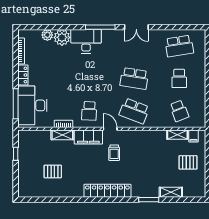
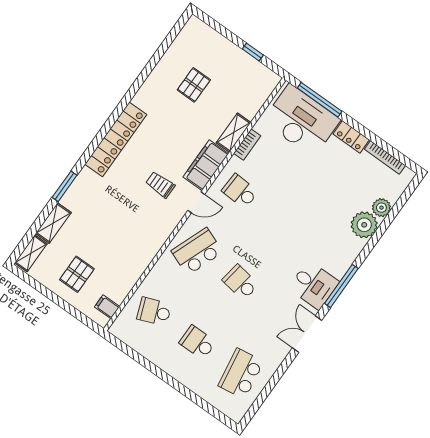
desk: (86, 41) -> (314, 285), moved, width x0.73
school desk: (134, 78) -> (240, 282), width x0.54
shelving: (177, 135) -> (31, 253), moved

